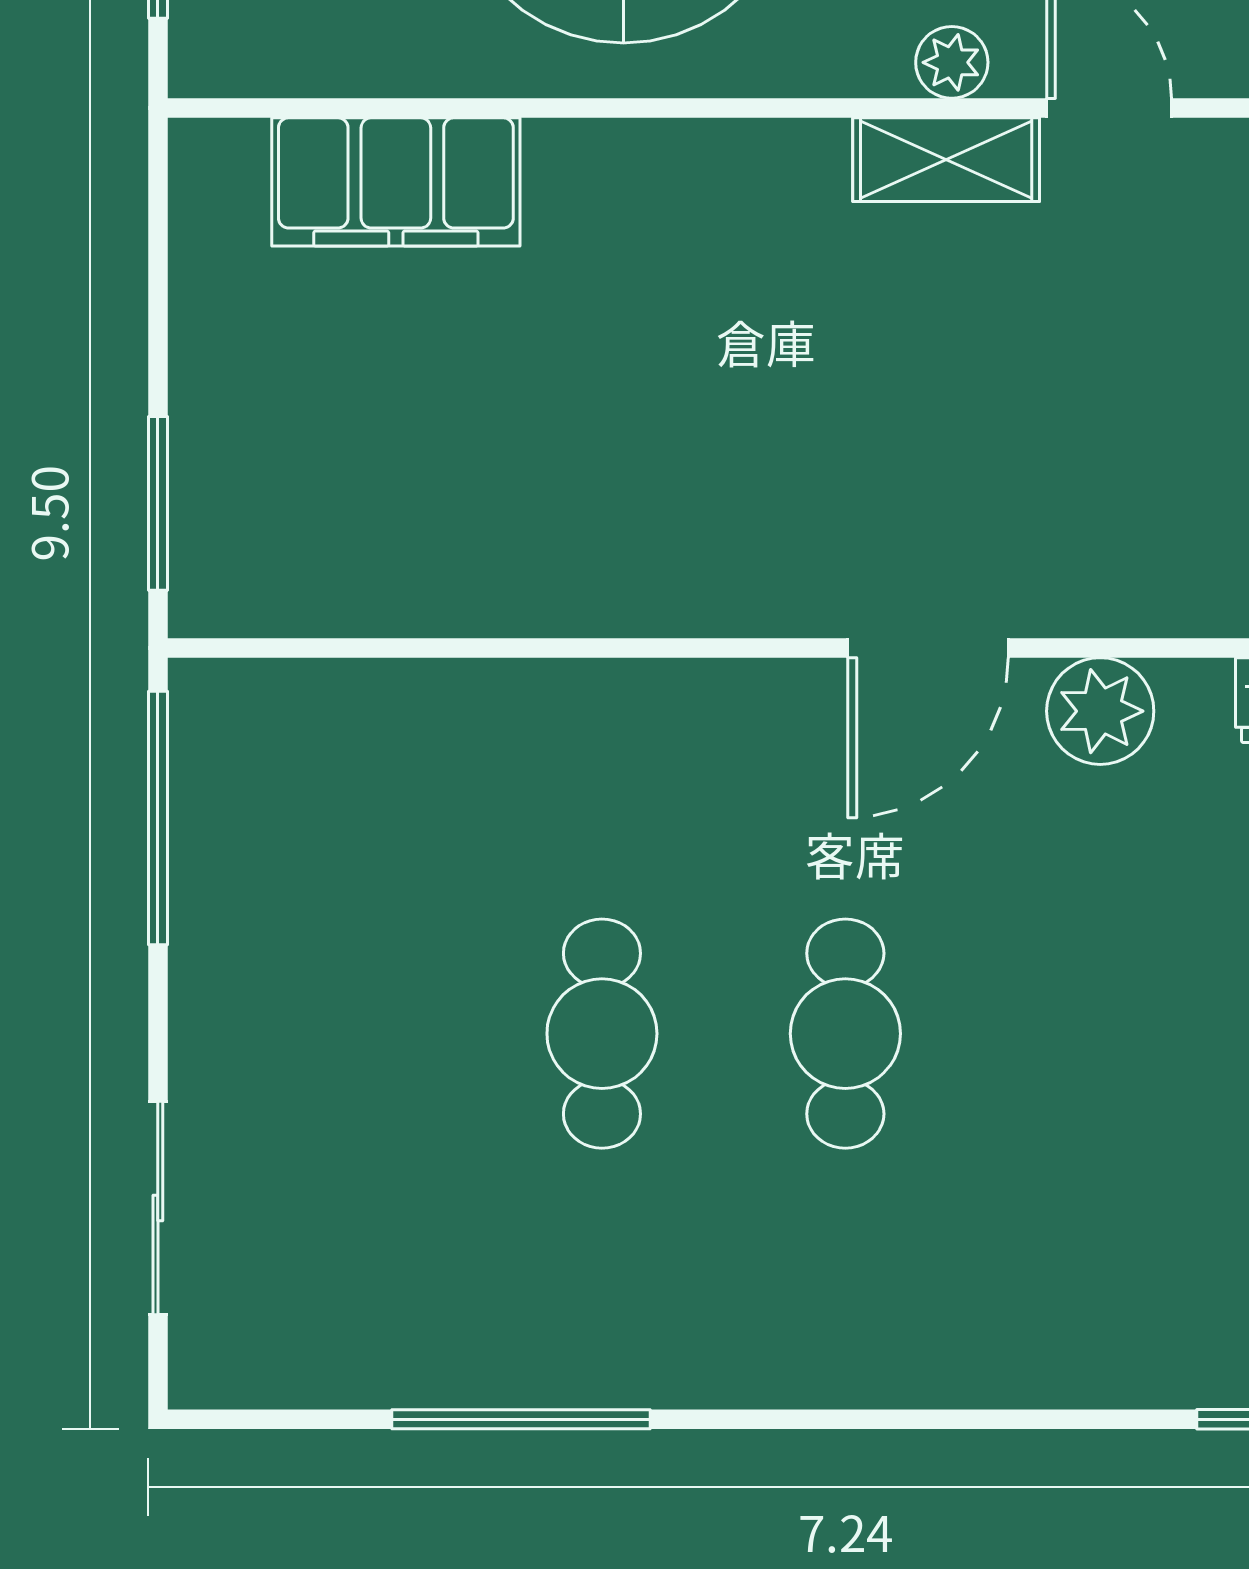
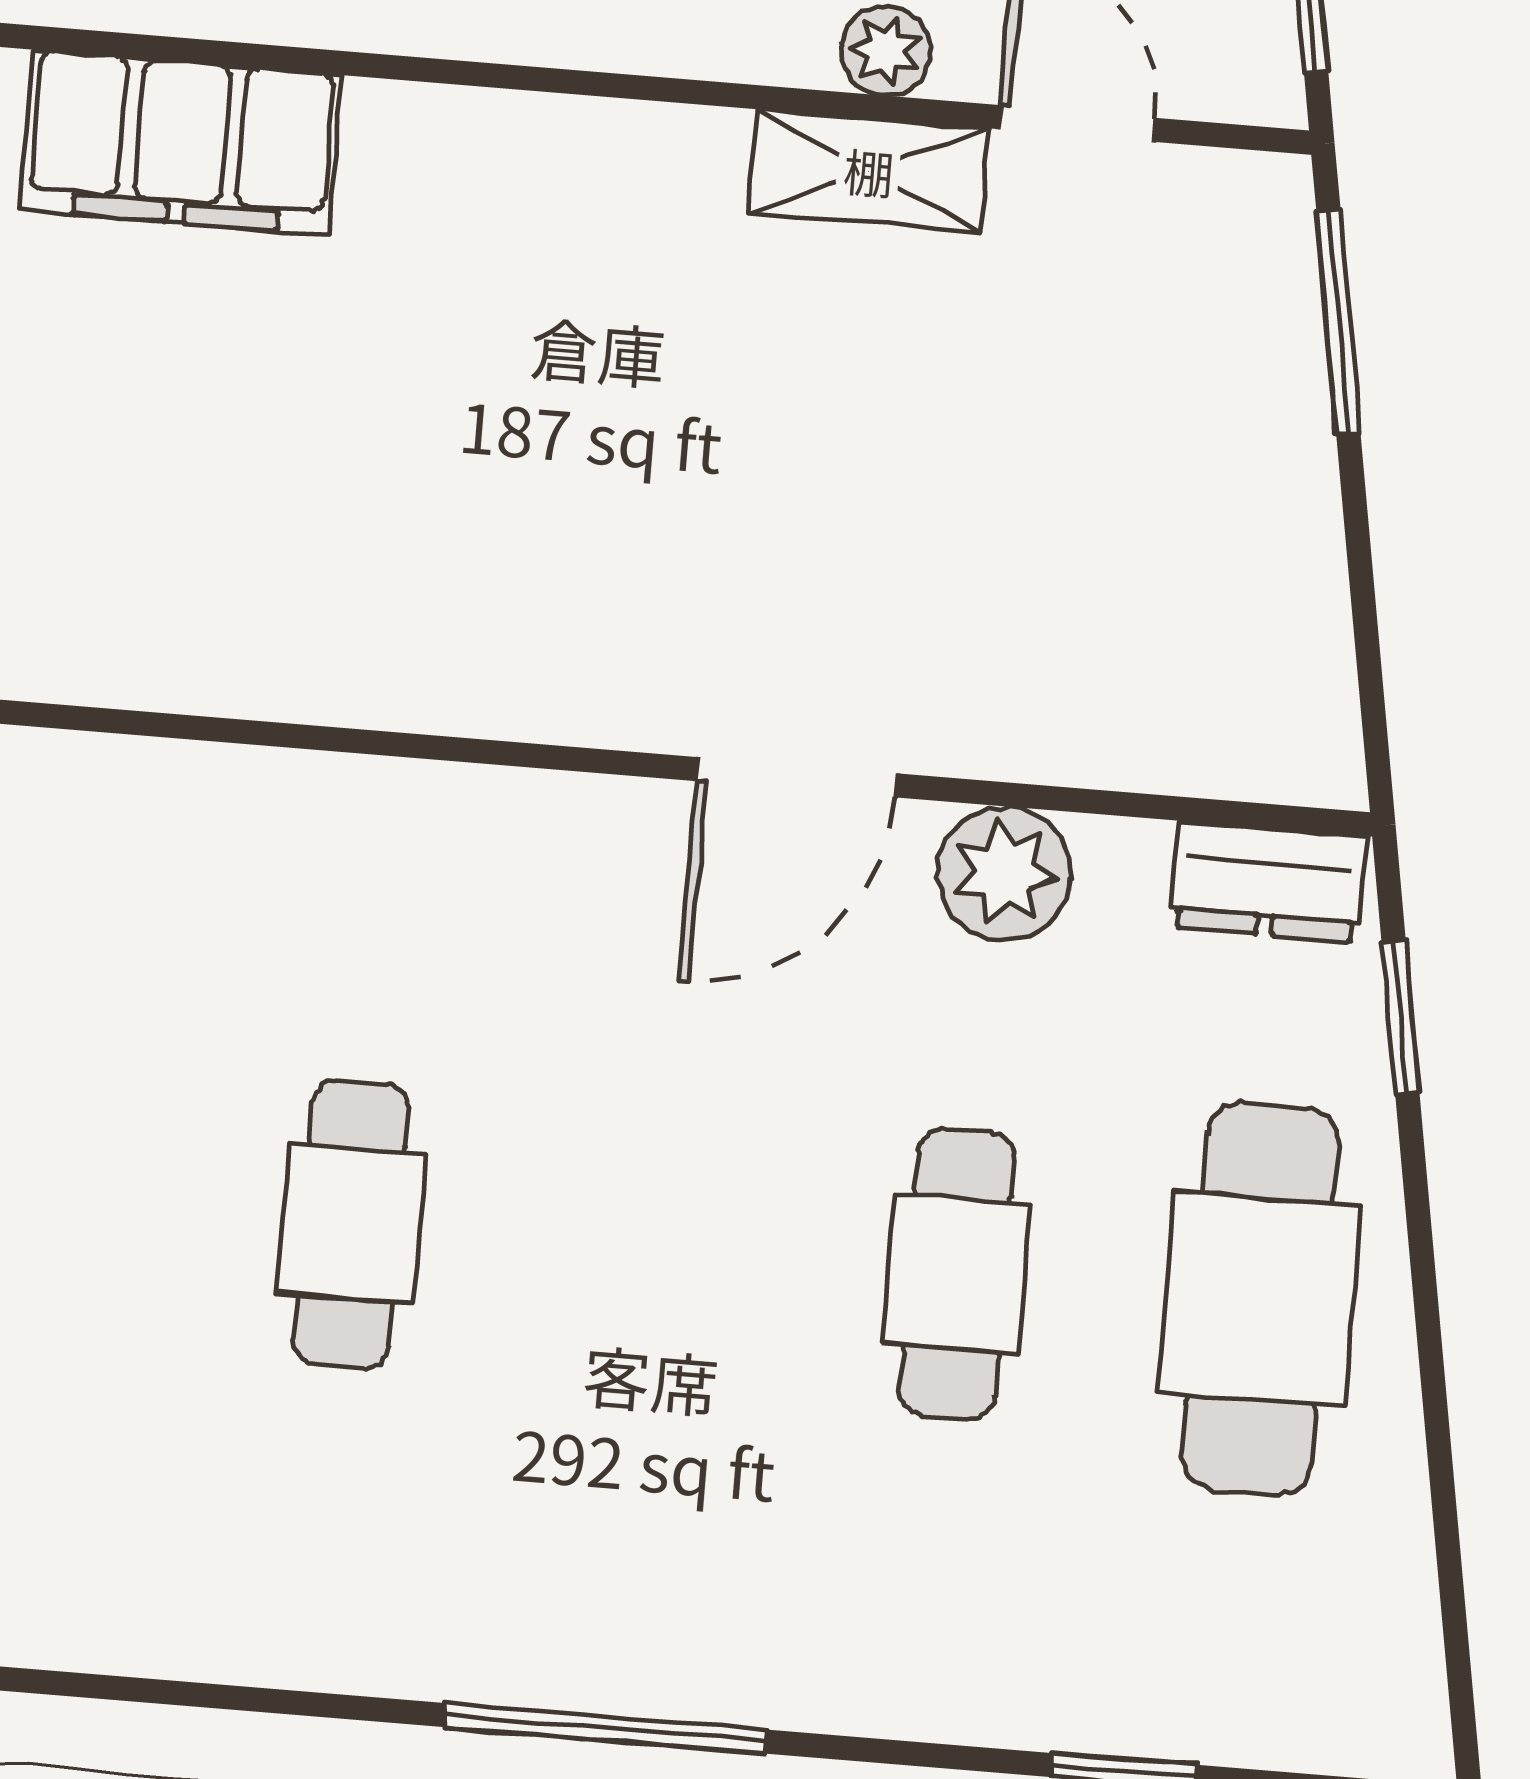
cafe table: (845, 1034) -> (957, 1274), moved
window: (521, 1419) -> (606, 1728), moved

